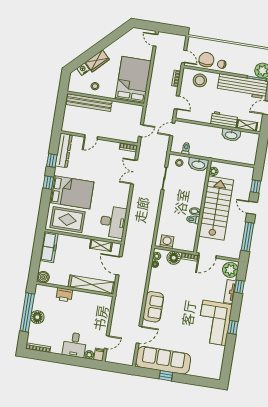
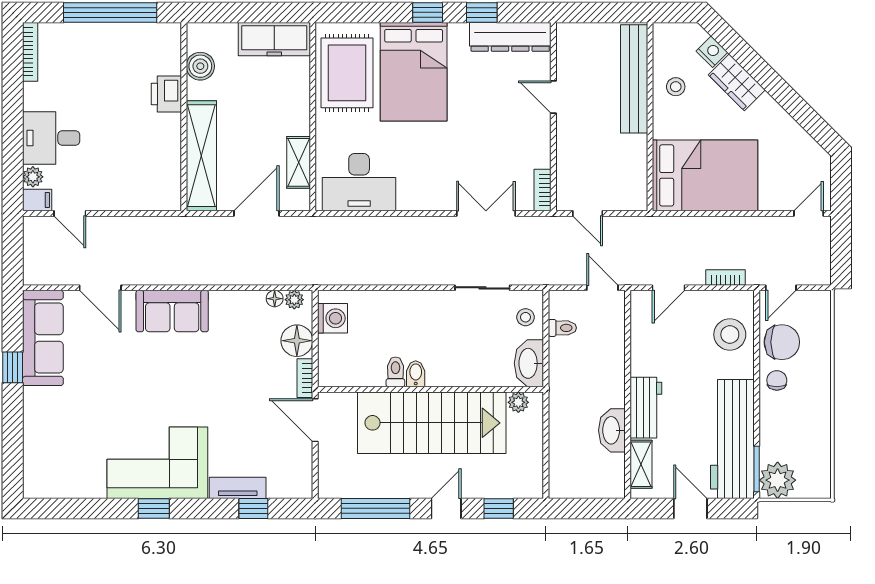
plant: (230, 270) -> (290, 480), removed
boiler: (43, 277) -> (200, 66), moved
floor lamp: (37, 317) -> (103, 38), removed
sofa: (163, 360) -> (43, 338), width x0.74, depth x0.79

